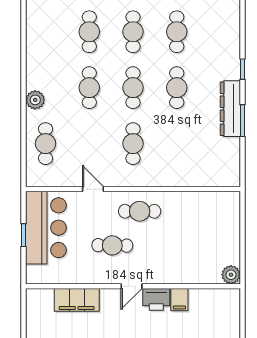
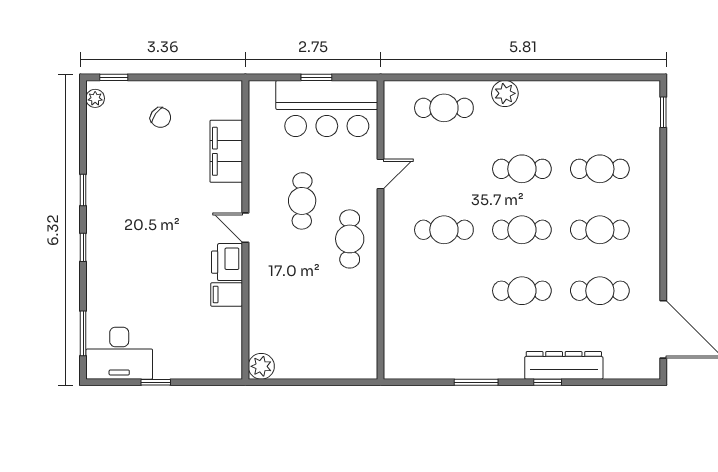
dresser: (230, 109) -> (564, 365), moved

